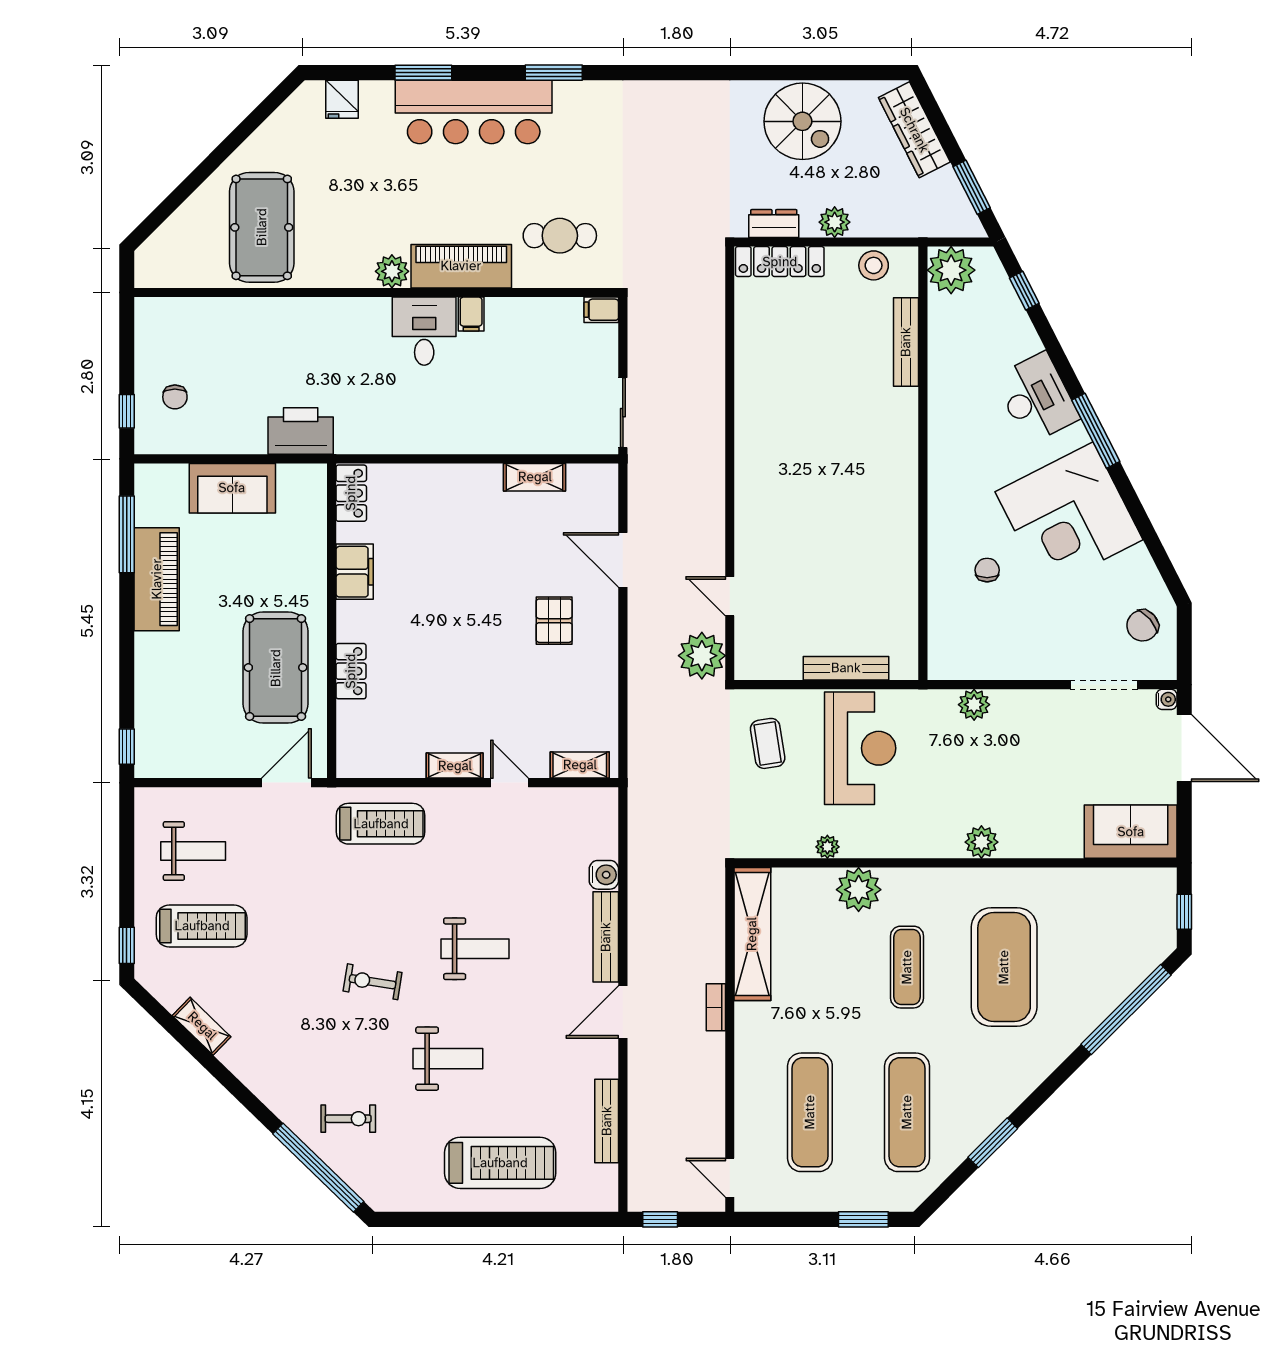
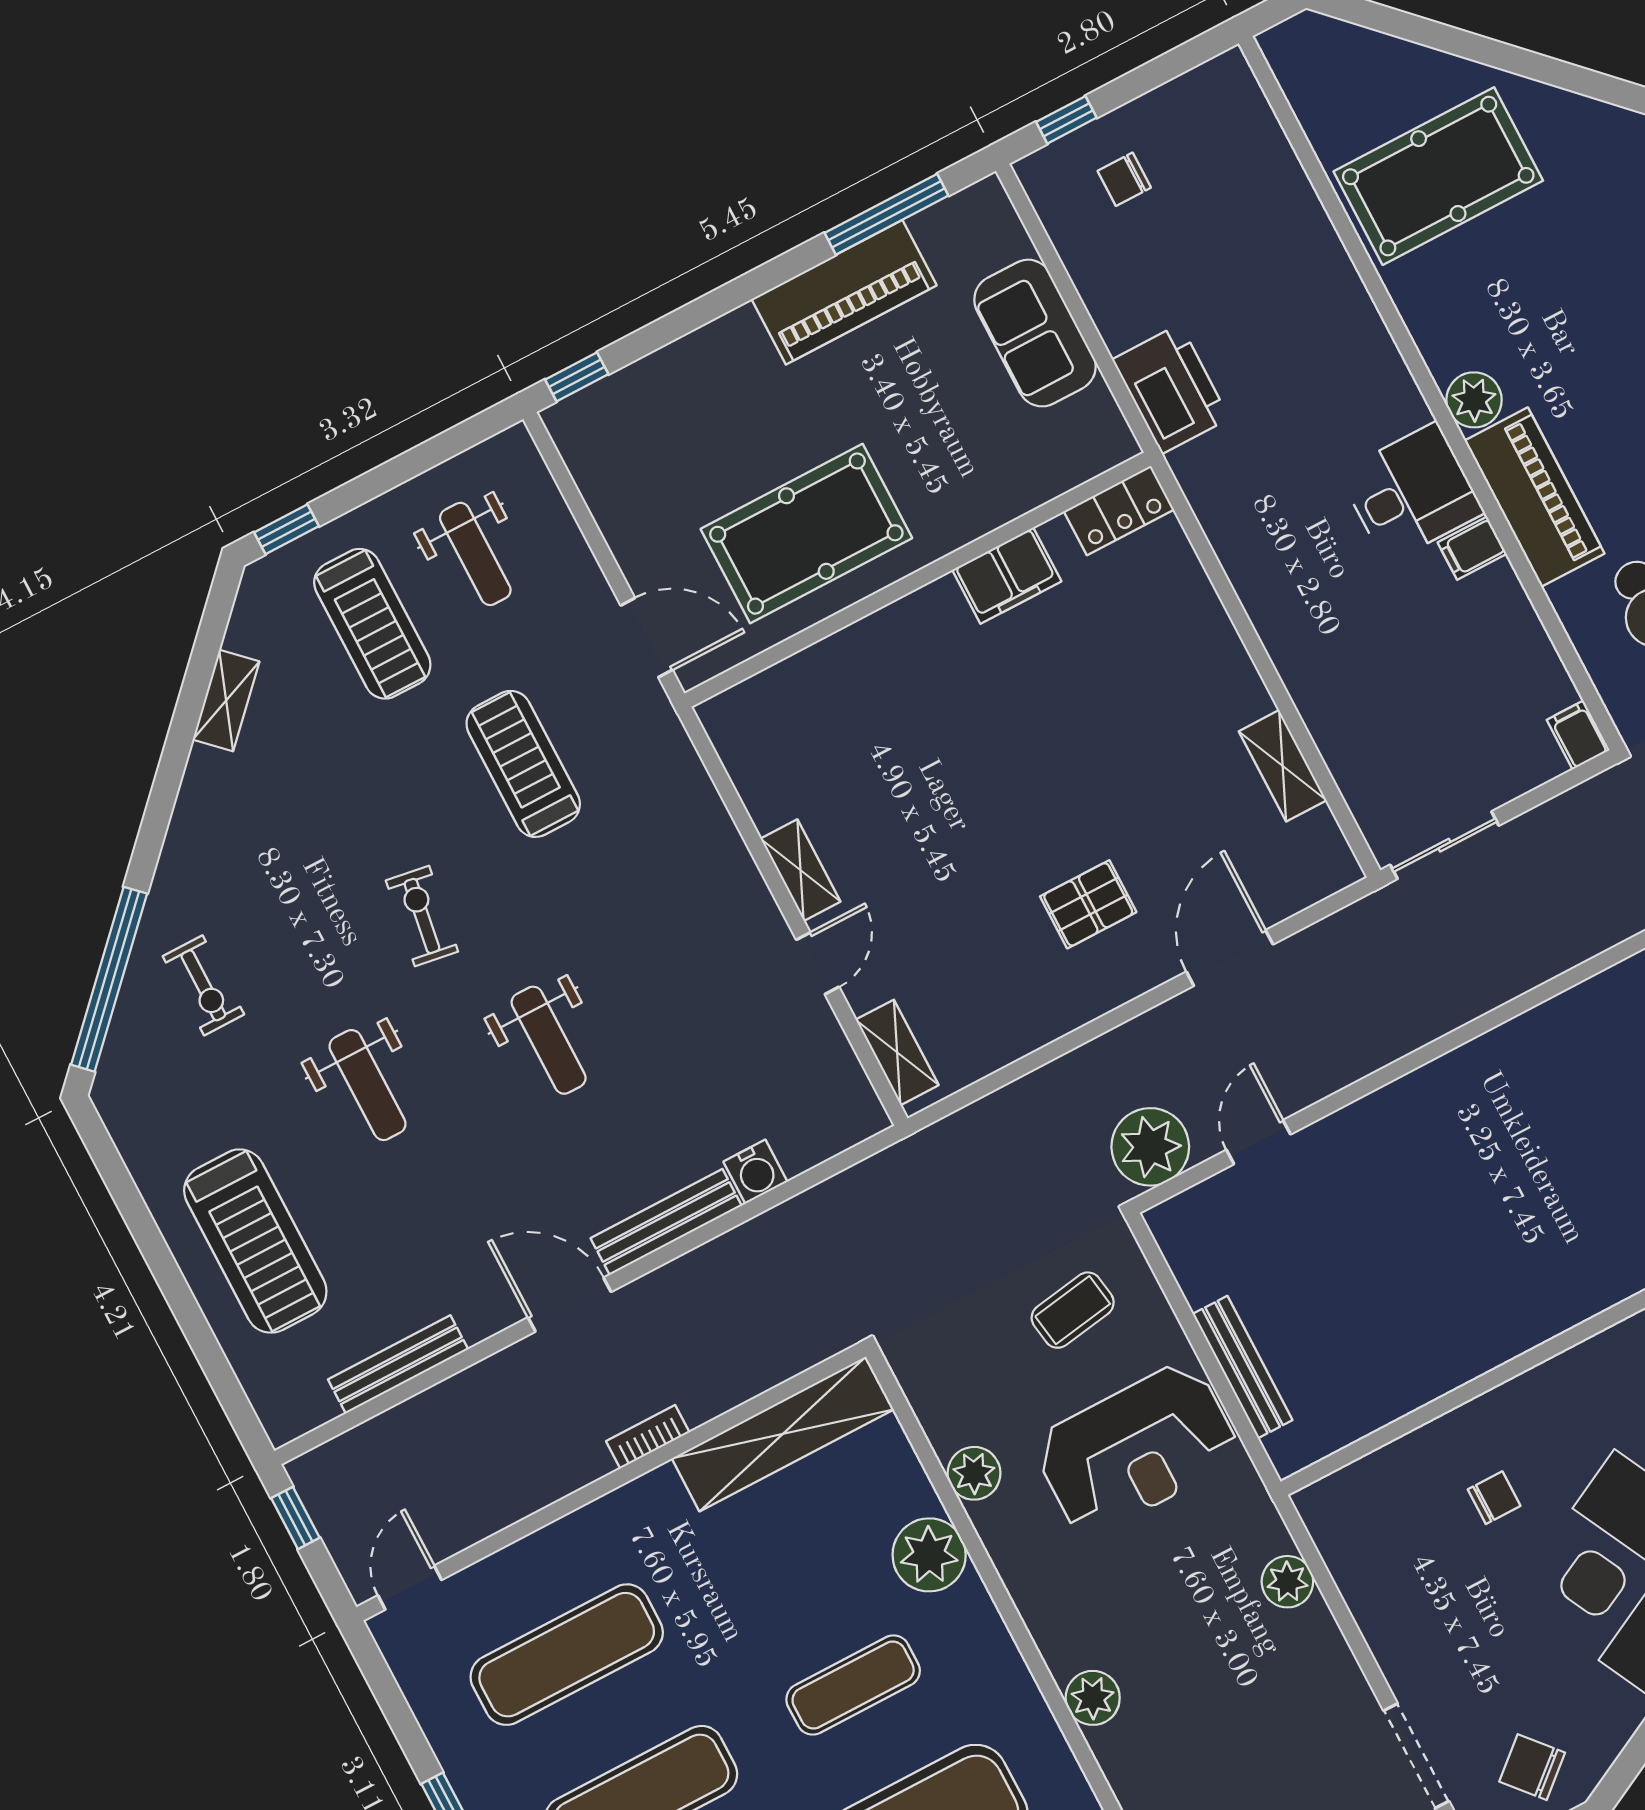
locker: (351, 671) -> (859, 646), removed
treadmill: (381, 824) -> (523, 764), moved, turned 180
plant: (827, 847) -> (974, 1473), width x1.38, depth x1.38

